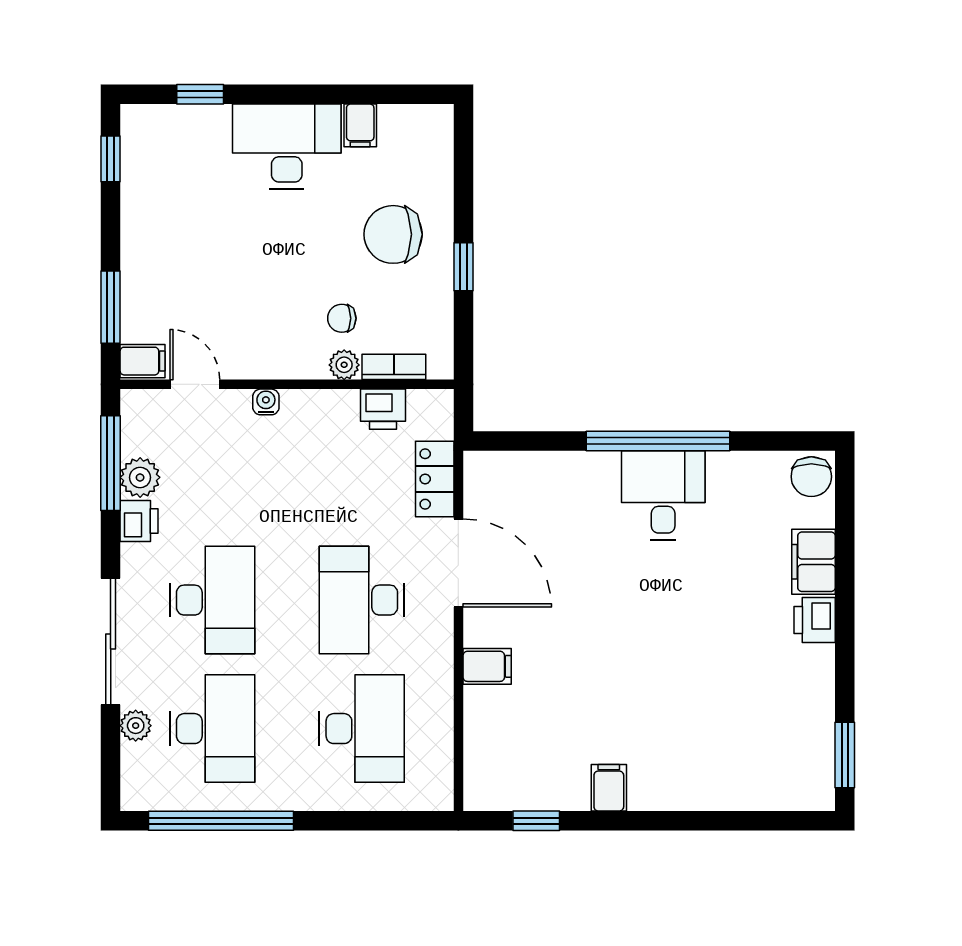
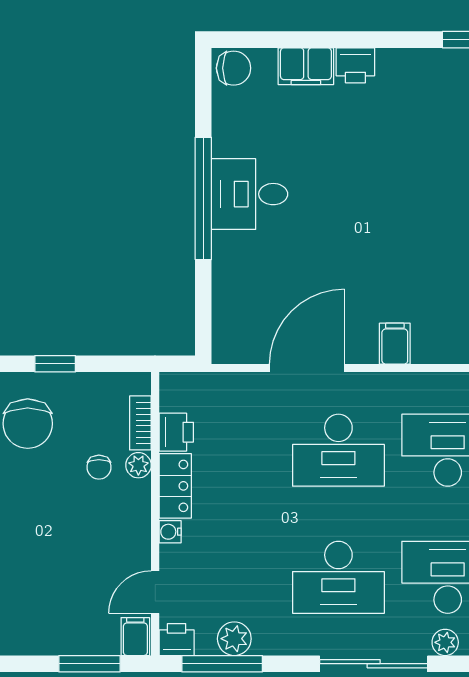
locker: (435, 479) -> (175, 486), moved, turned -90
printer: (139, 521) -> (177, 640), moved
desk: (212, 600) -> (338, 577), turned 180

